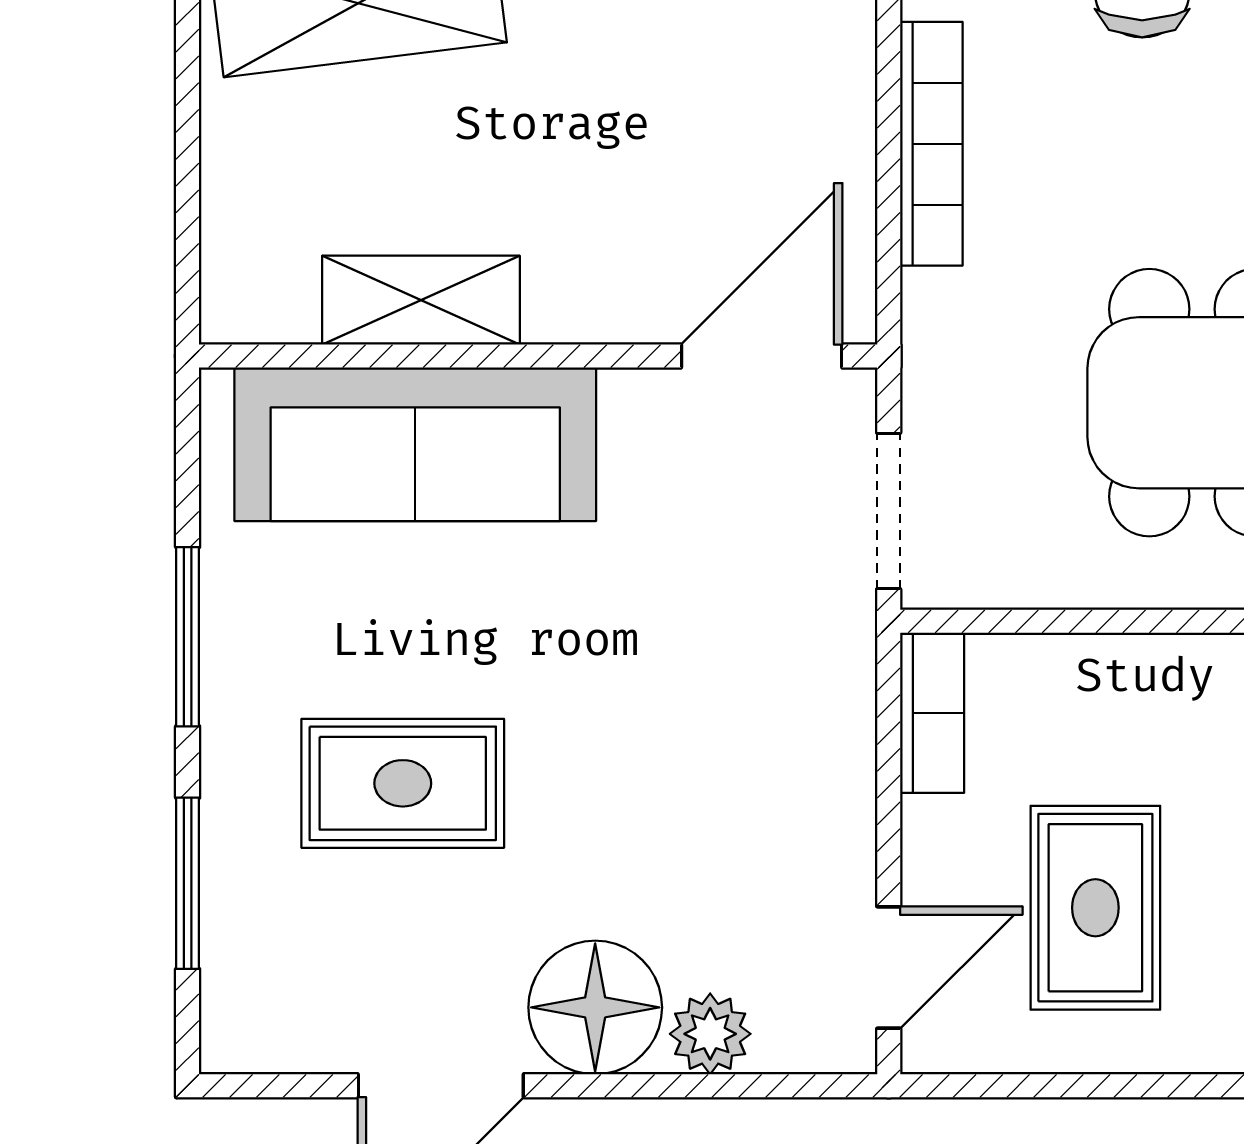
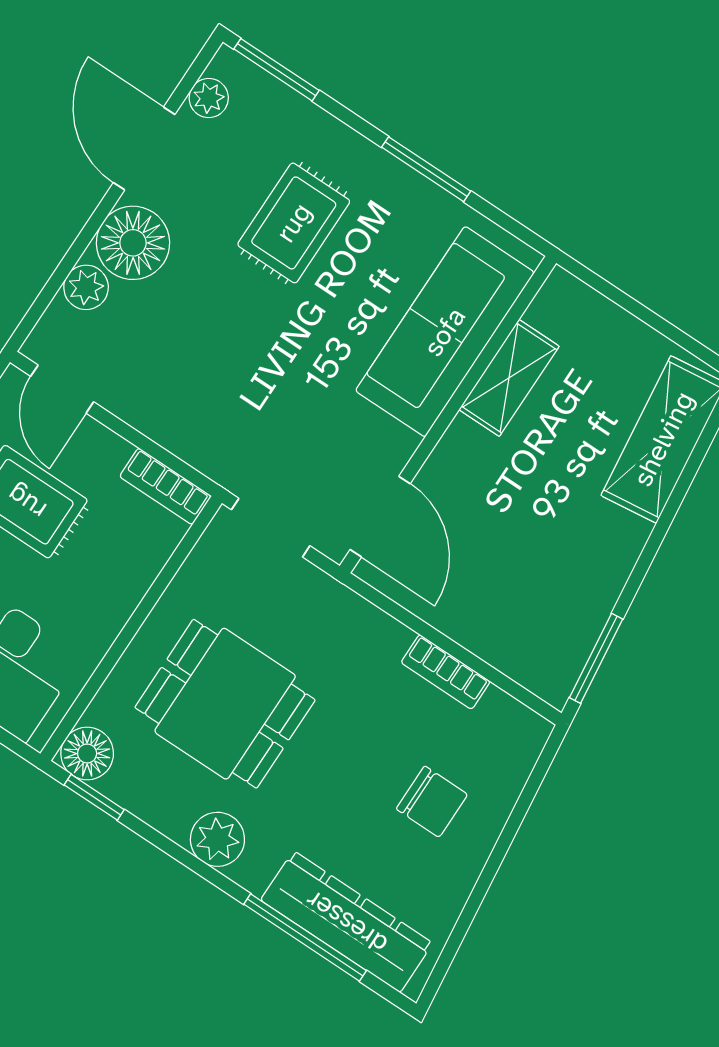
bookcase: (931, 144) -> (446, 672), width x0.64
window: (188, 883) -> (276, 70), moved
plant: (299, 1039) -> (209, 98), added

